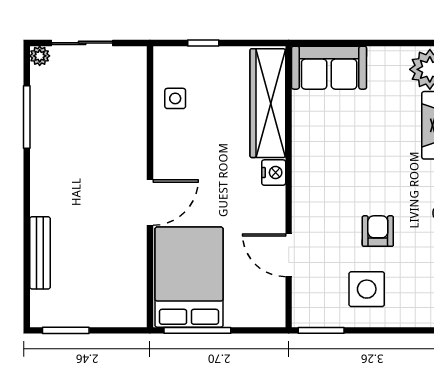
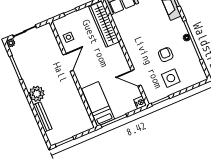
nightstand: (274, 173) -> (140, 103), moved
plant: (49, 195) -> (37, 94), added
door: (150, 203) -> (68, 63), moved
bed: (189, 277) -> (98, 104), width x0.67

